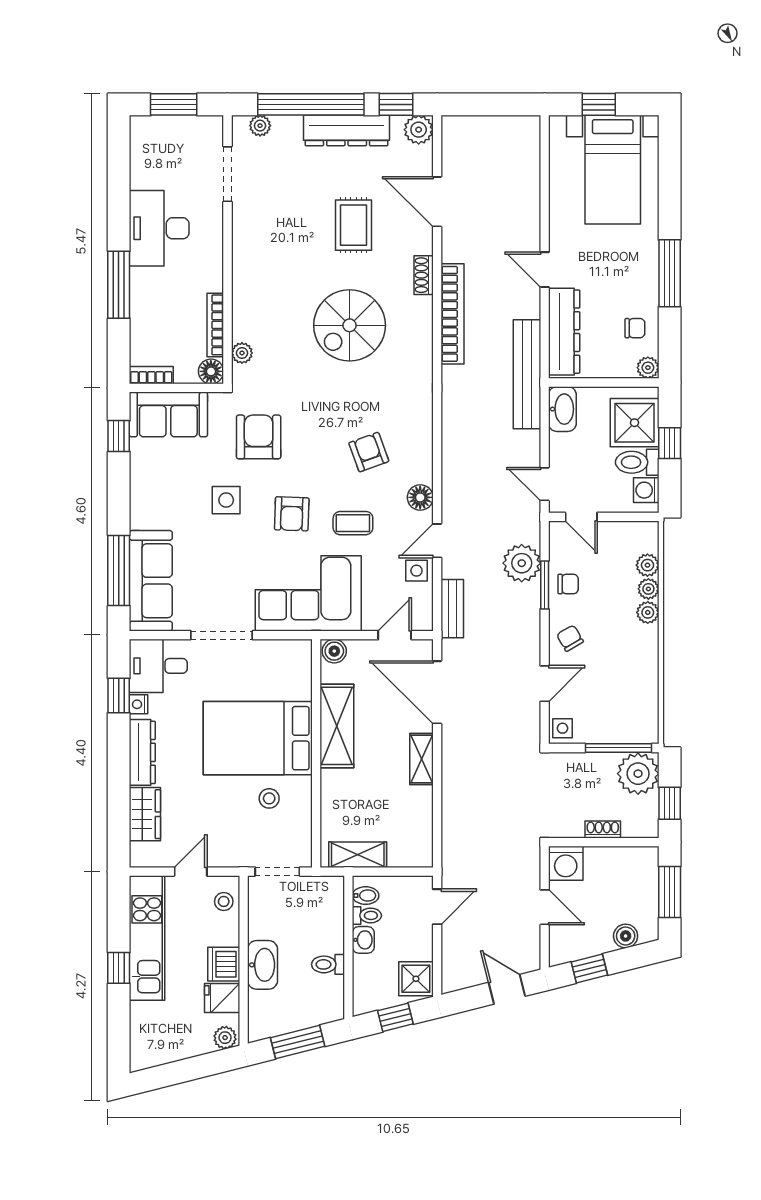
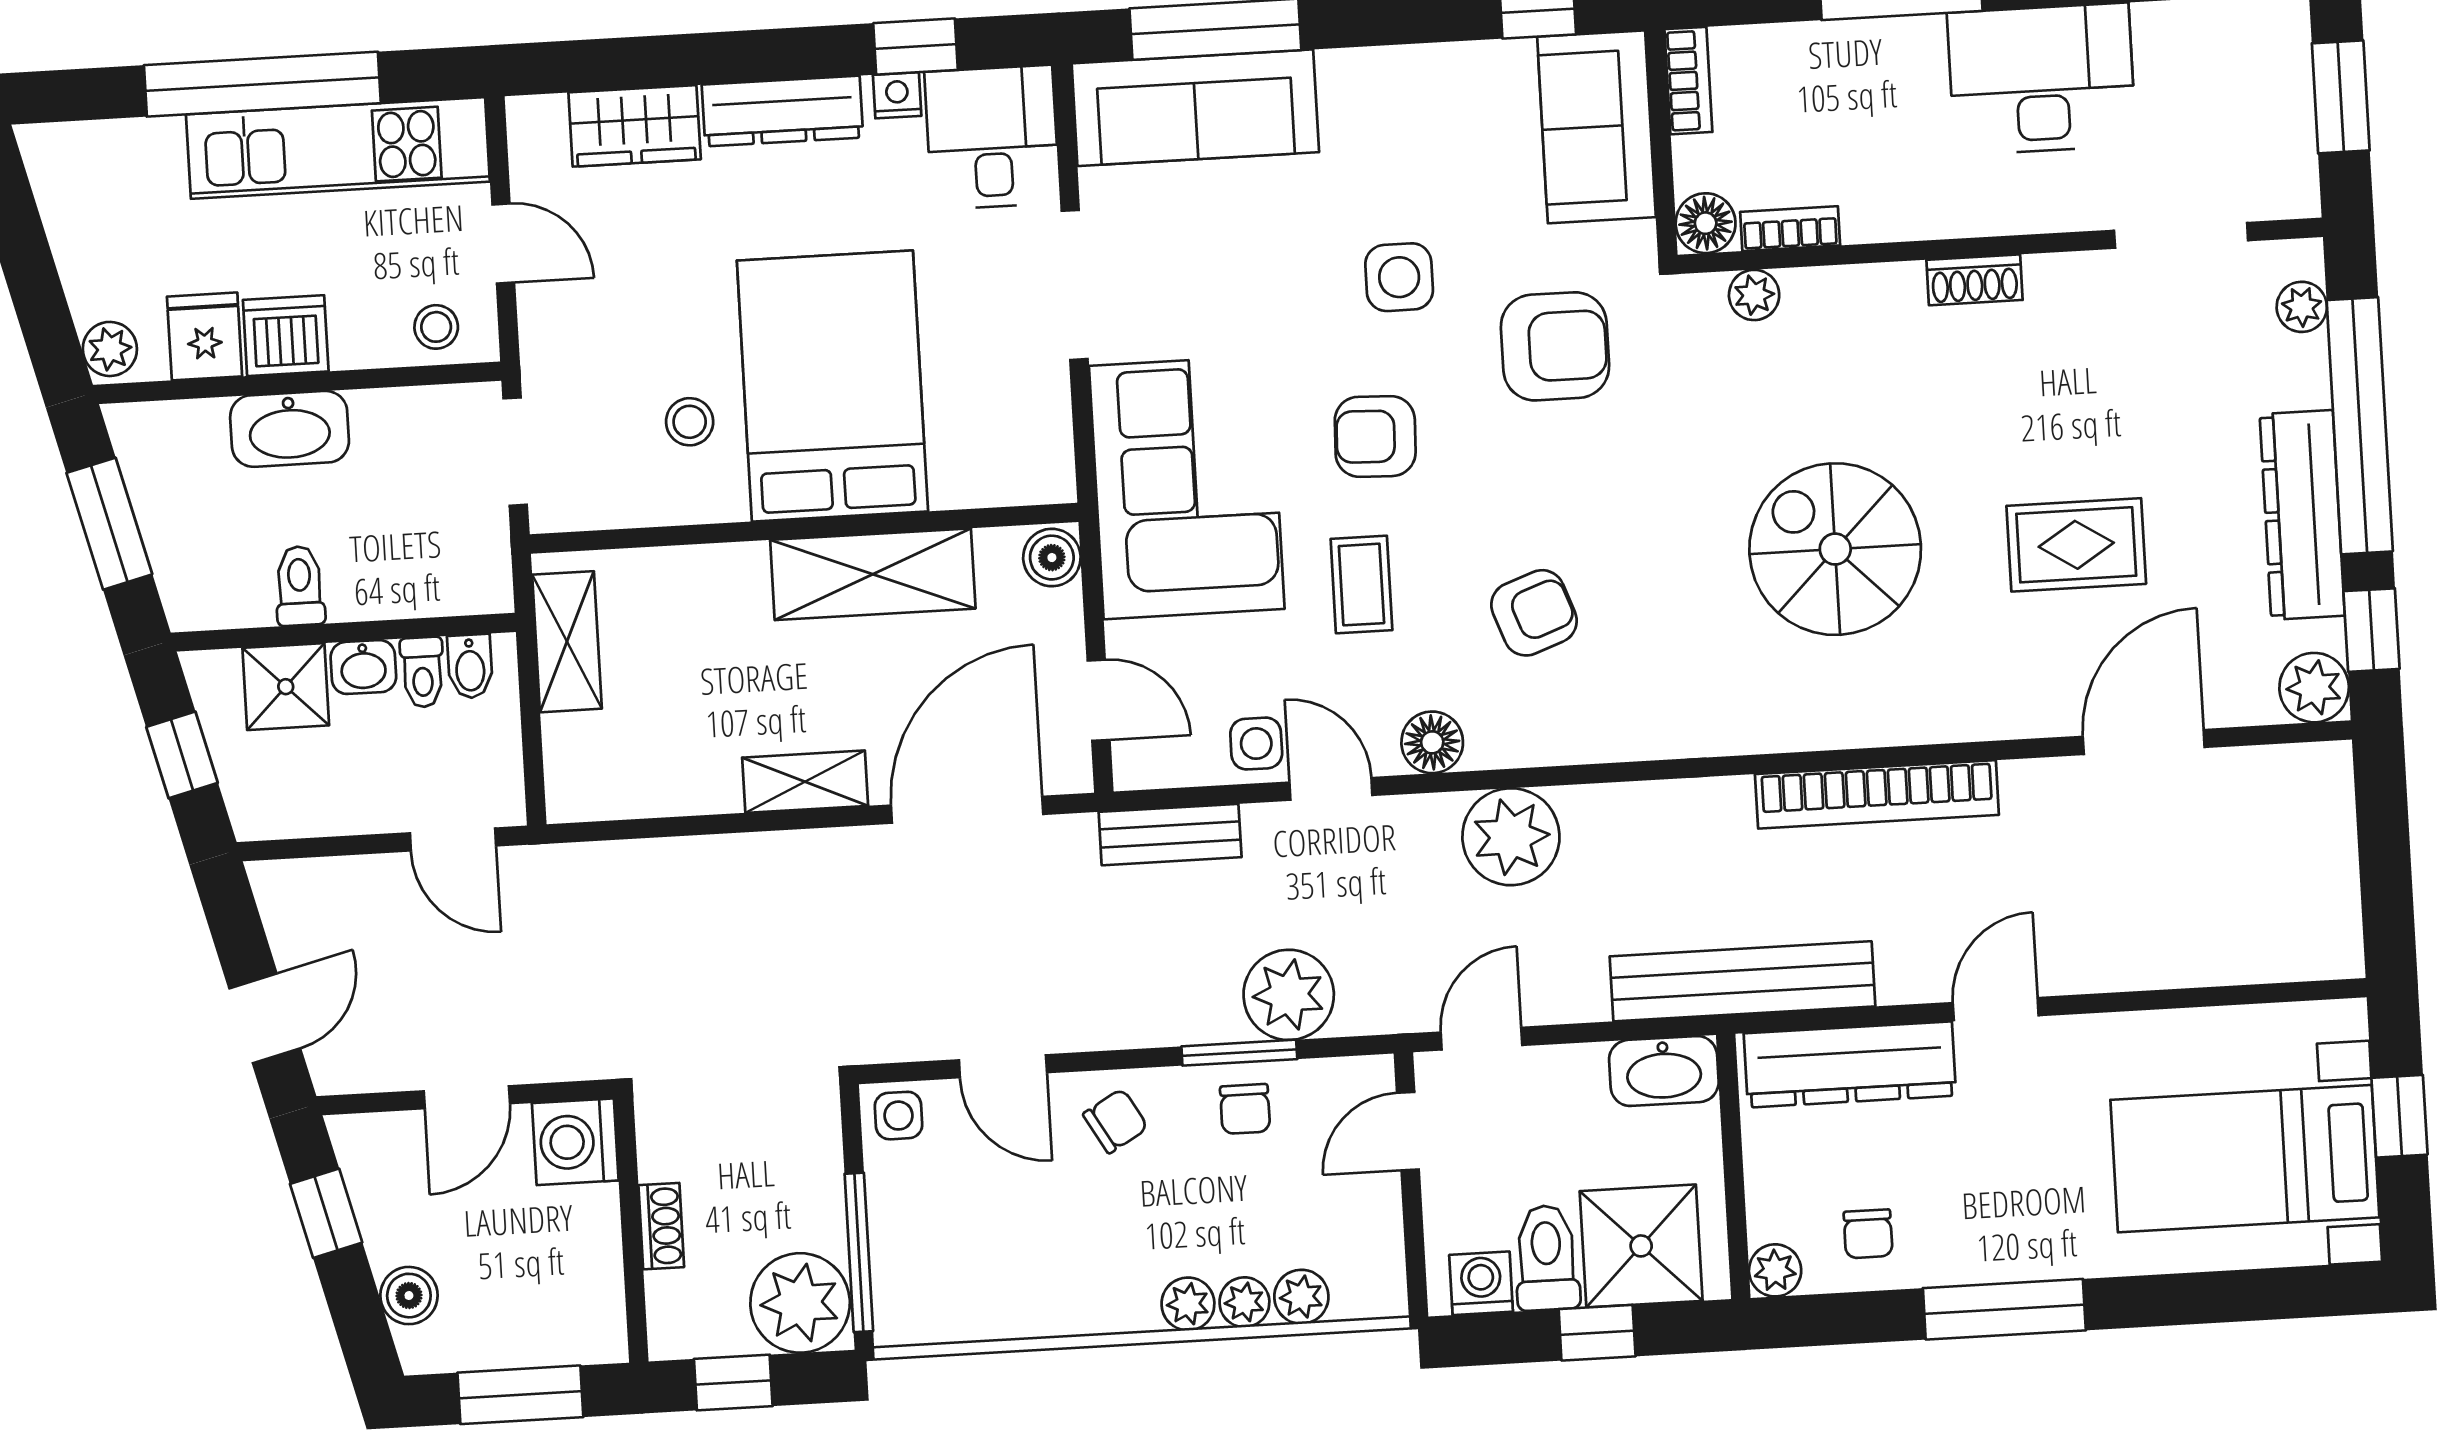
shoe rack: (424, 275) -> (1974, 280), moved, turned 180
bookcase: (215, 325) -> (1790, 229), width x0.64
plant: (461, 467) -> (1511, 837), added
window: (119, 968) -> (262, 84), width x3.17
shower: (416, 979) -> (286, 687), moved

